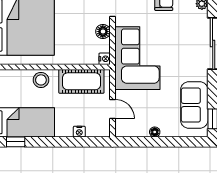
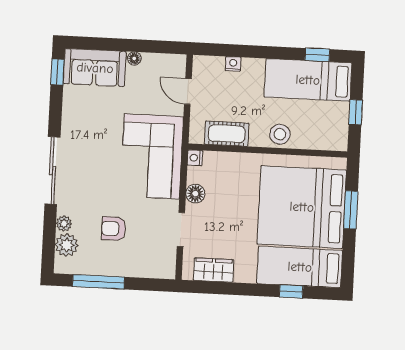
cot: (81, 81) -> (227, 134), width x0.73, depth x0.75
sofa: (194, 105) -> (95, 68), moved, turned 90

